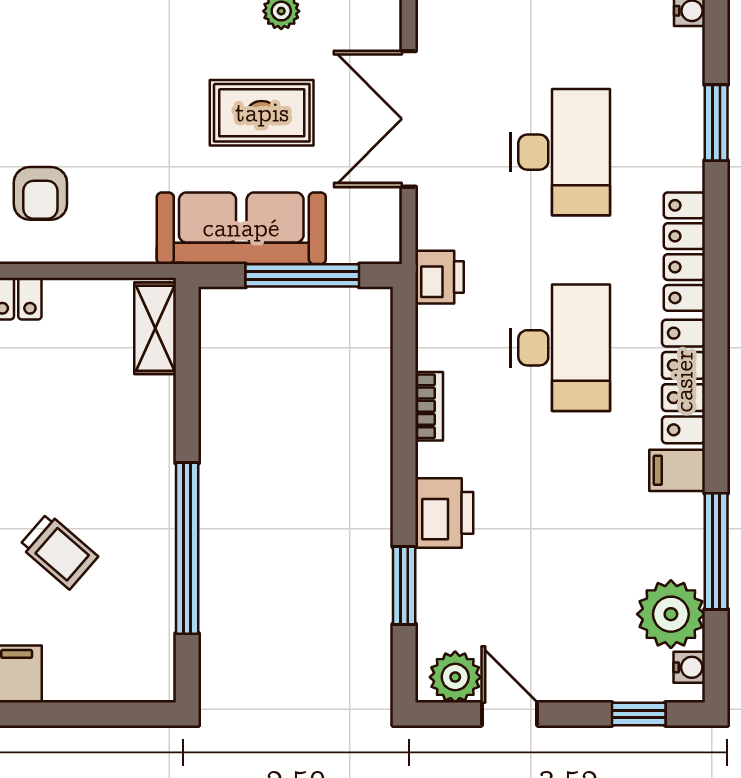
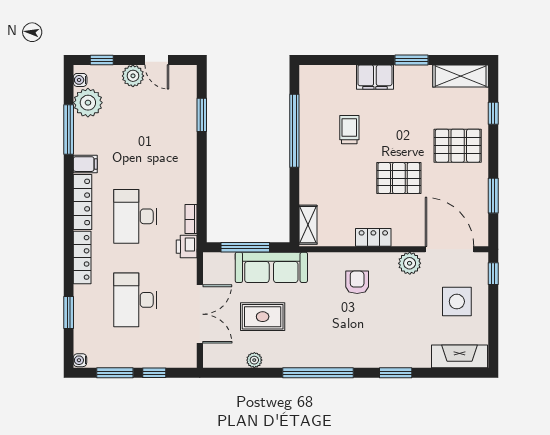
bookcase: (429, 406) -> (191, 219), moved
printer: (444, 513) -> (185, 146), removed
trolley: (59, 551) -> (349, 130), turned 49
plant: (455, 677) -> (133, 76), moved

